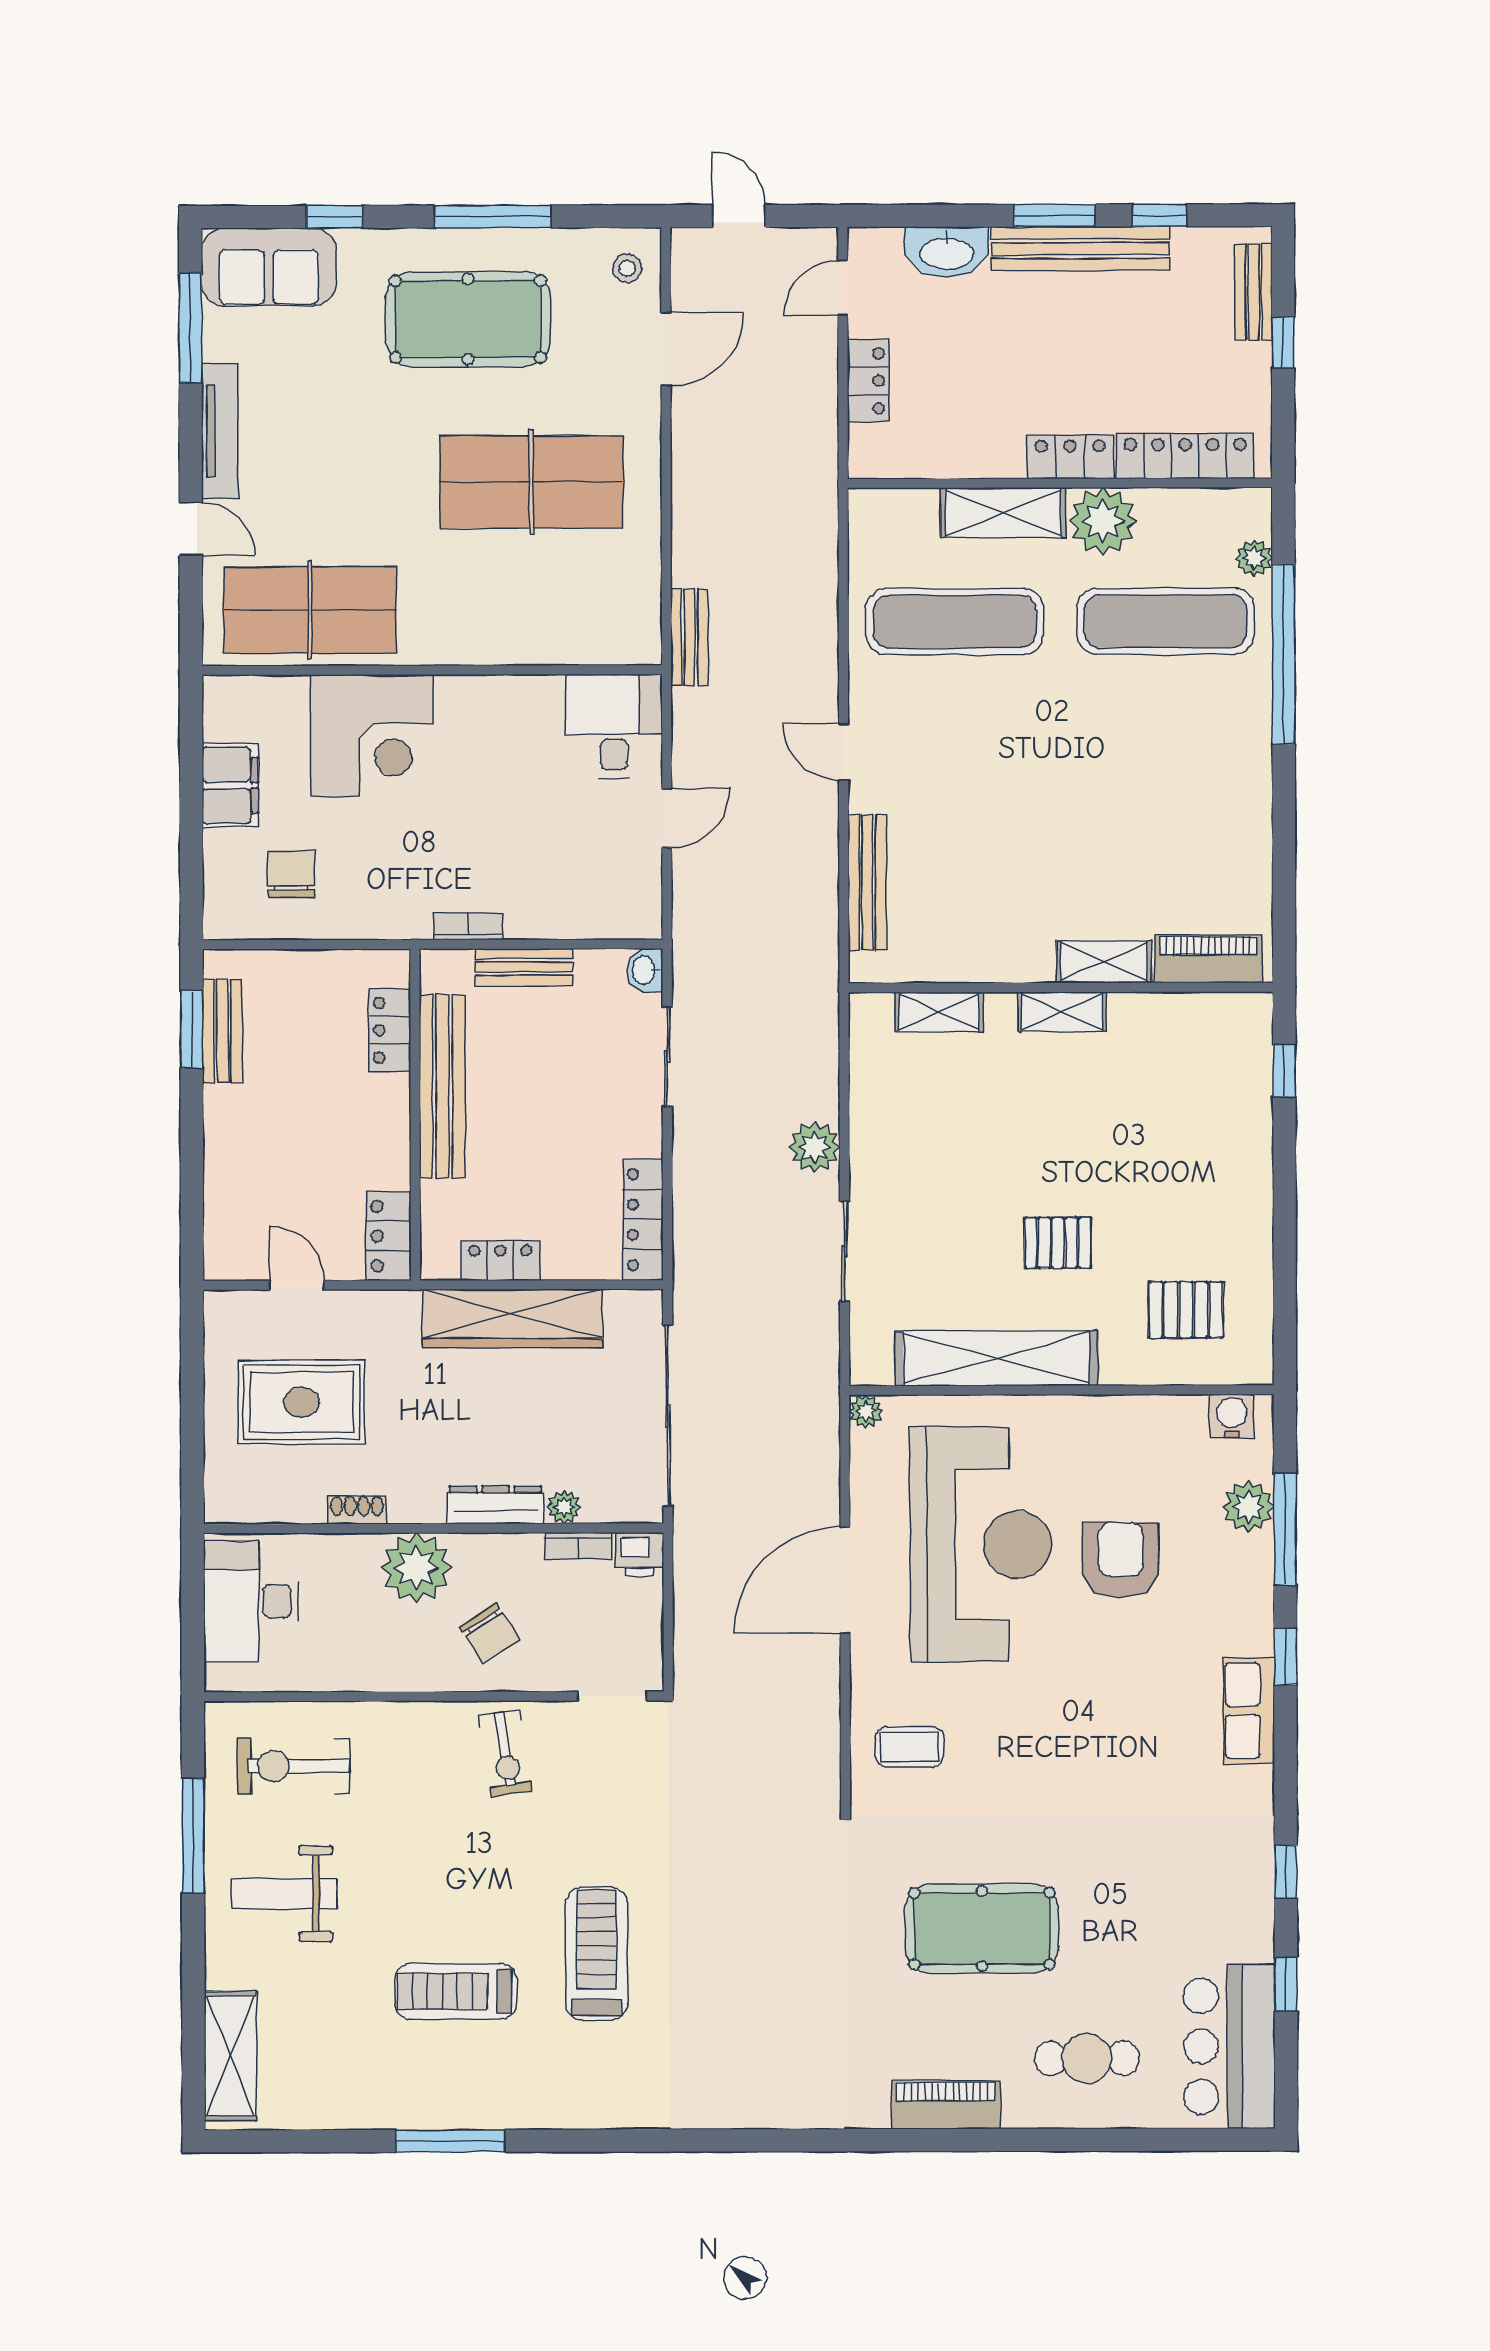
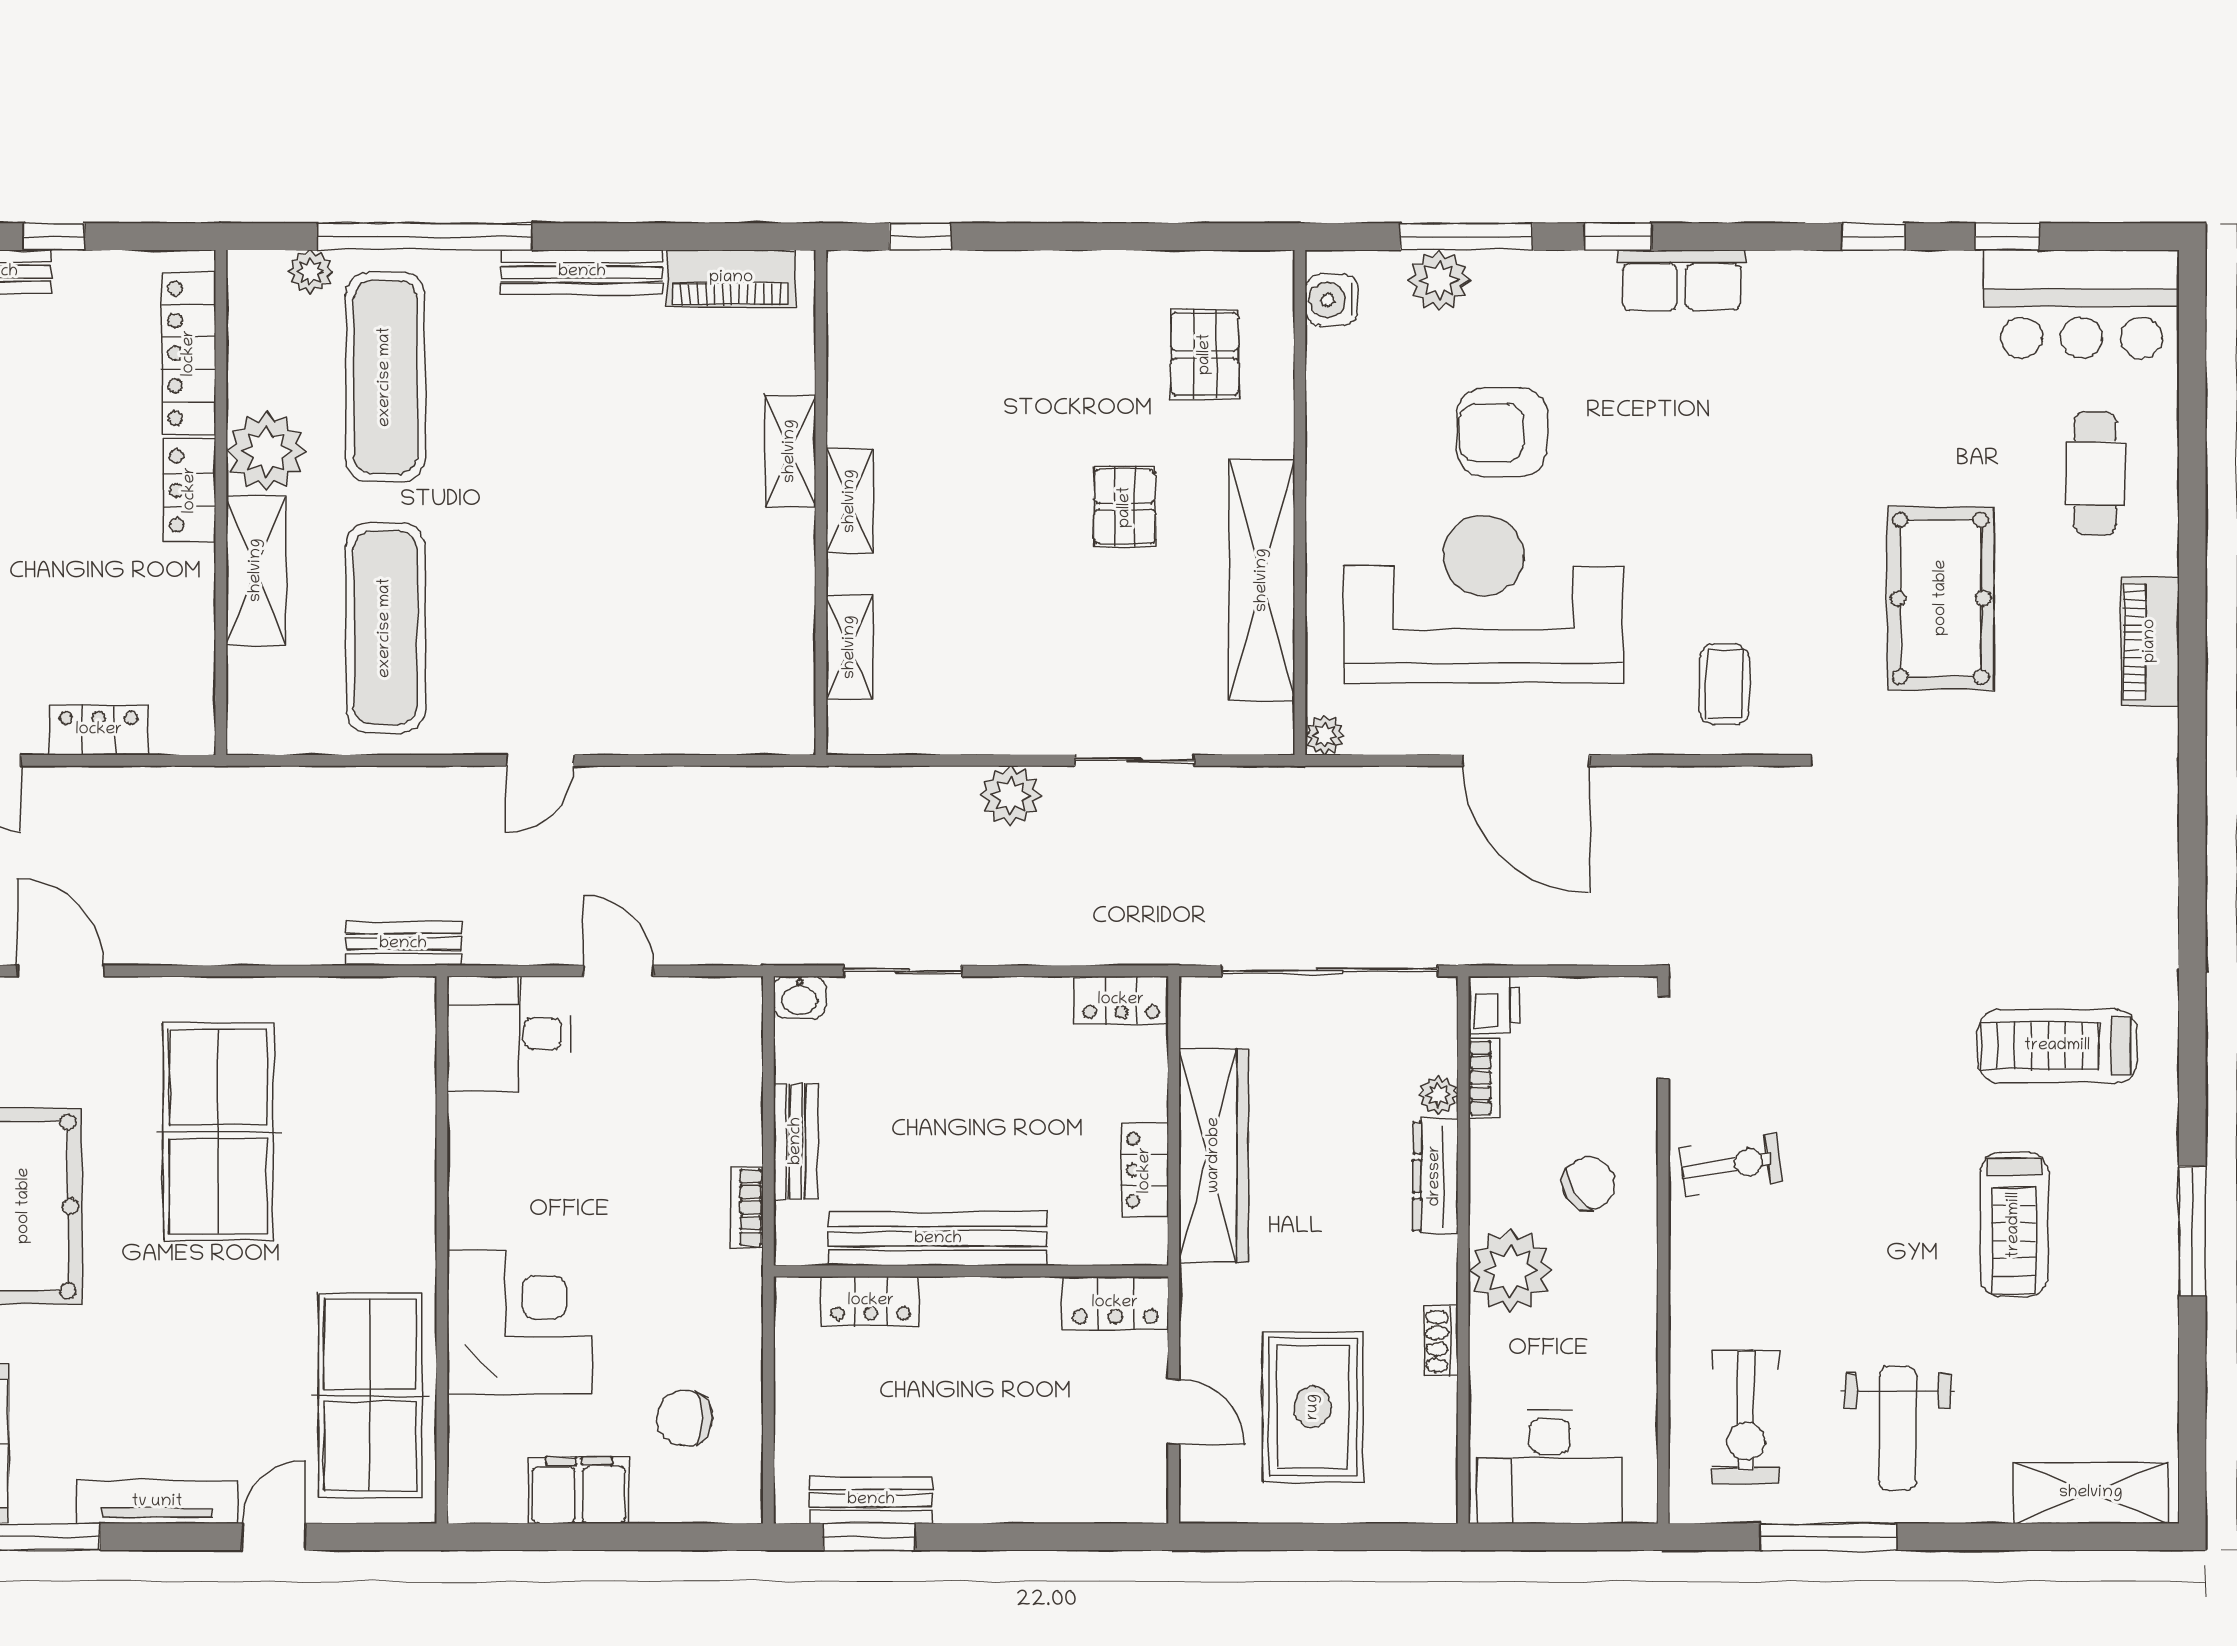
bench: (867, 883) -> (582, 272), moved
piano: (1208, 959) -> (731, 278), moved, turned -90
locker: (643, 1220) -> (1121, 1000), width x0.66
door: (297, 1285) -> (1174, 1412), swing flipped
treadmill: (597, 1954) -> (2057, 1046), moved

